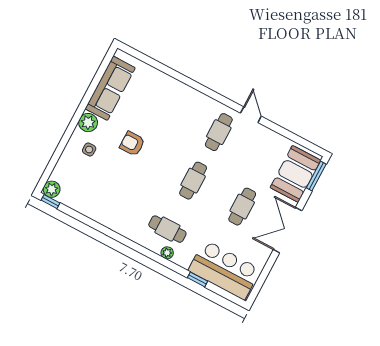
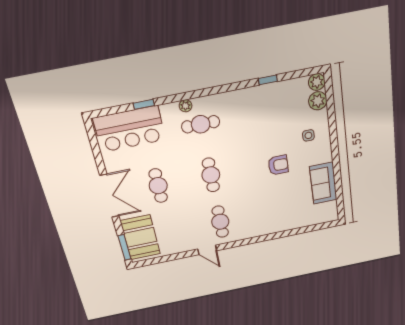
sofa: (110, 88) -> (323, 183), width x0.73
plant: (88, 123) -> (318, 101), moved
window: (50, 202) -> (268, 80), moved

